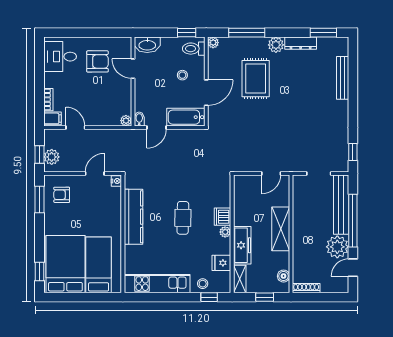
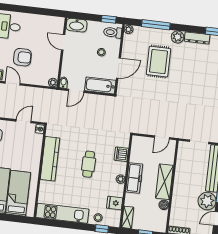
armchair: (97, 61) -> (22, 57), moved
dishwasher: (223, 217) -> (121, 154), moved
freezer: (242, 245) -> (134, 178), moved
boiler: (284, 276) -> (164, 205), moved

